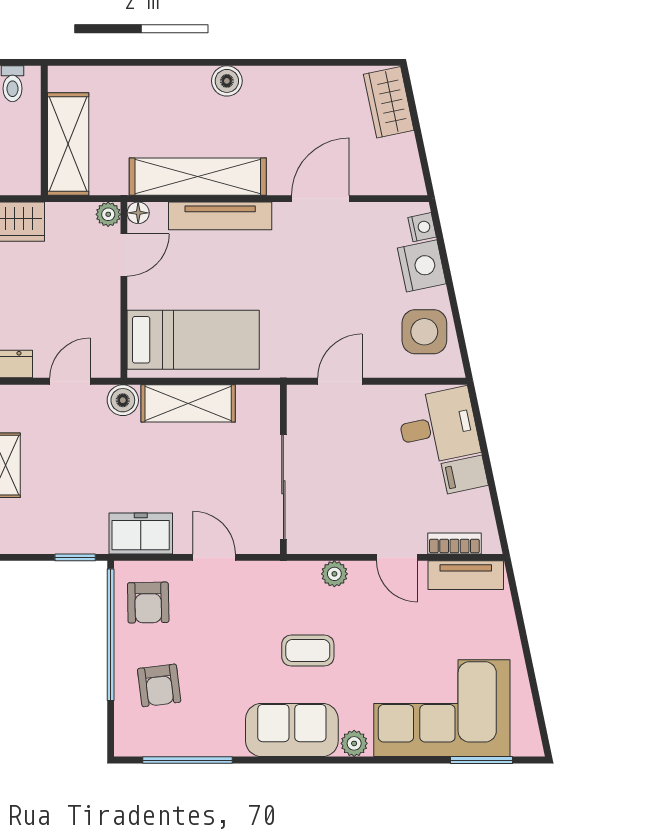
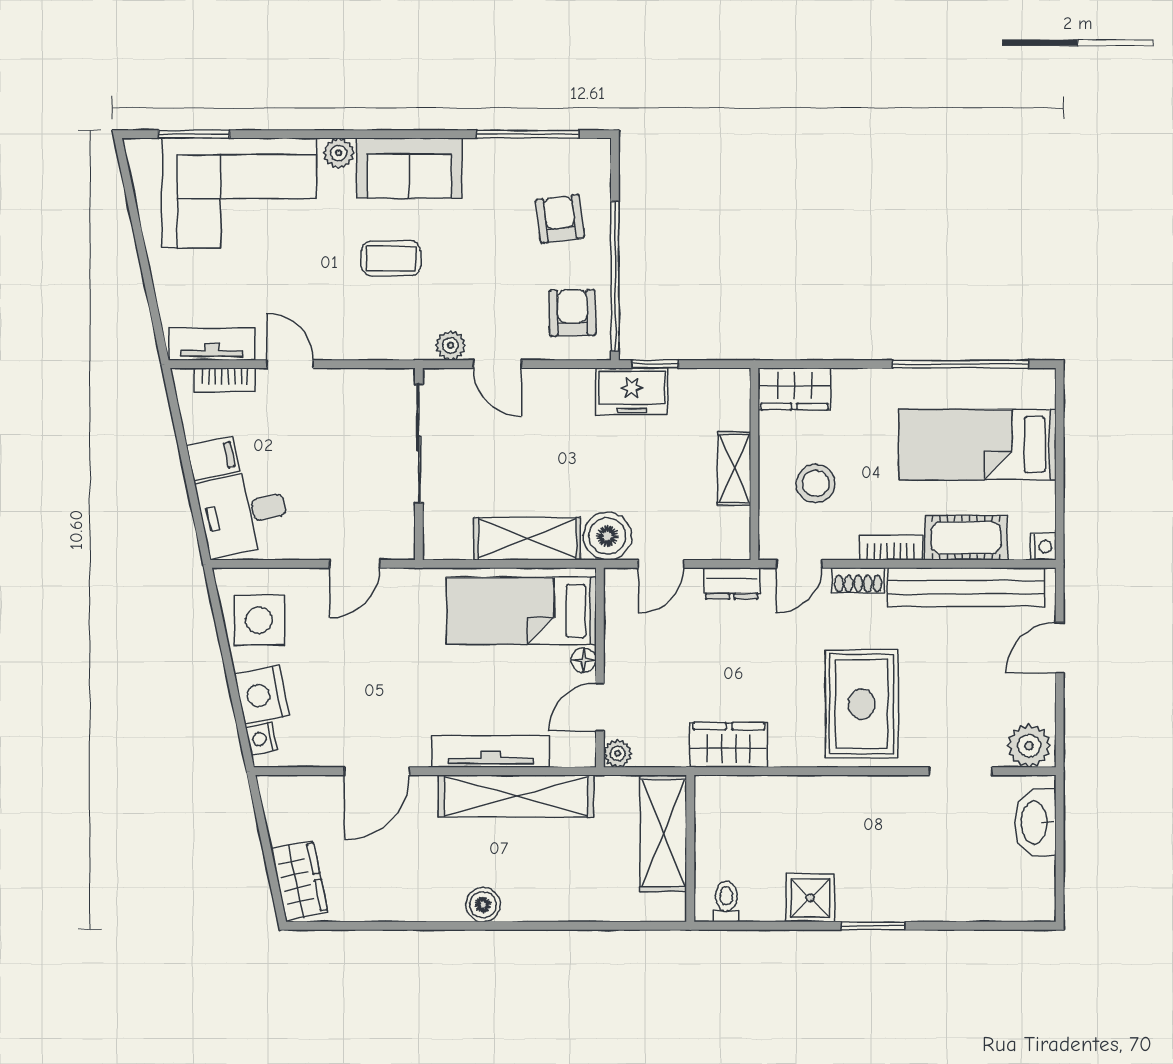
floor lamp: (138, 213) -> (584, 660), moved
boiler: (123, 400) -> (607, 536), width x1.36, depth x1.36
freezer: (141, 534) -> (632, 391), moved
plant: (334, 574) -> (451, 345), moved

